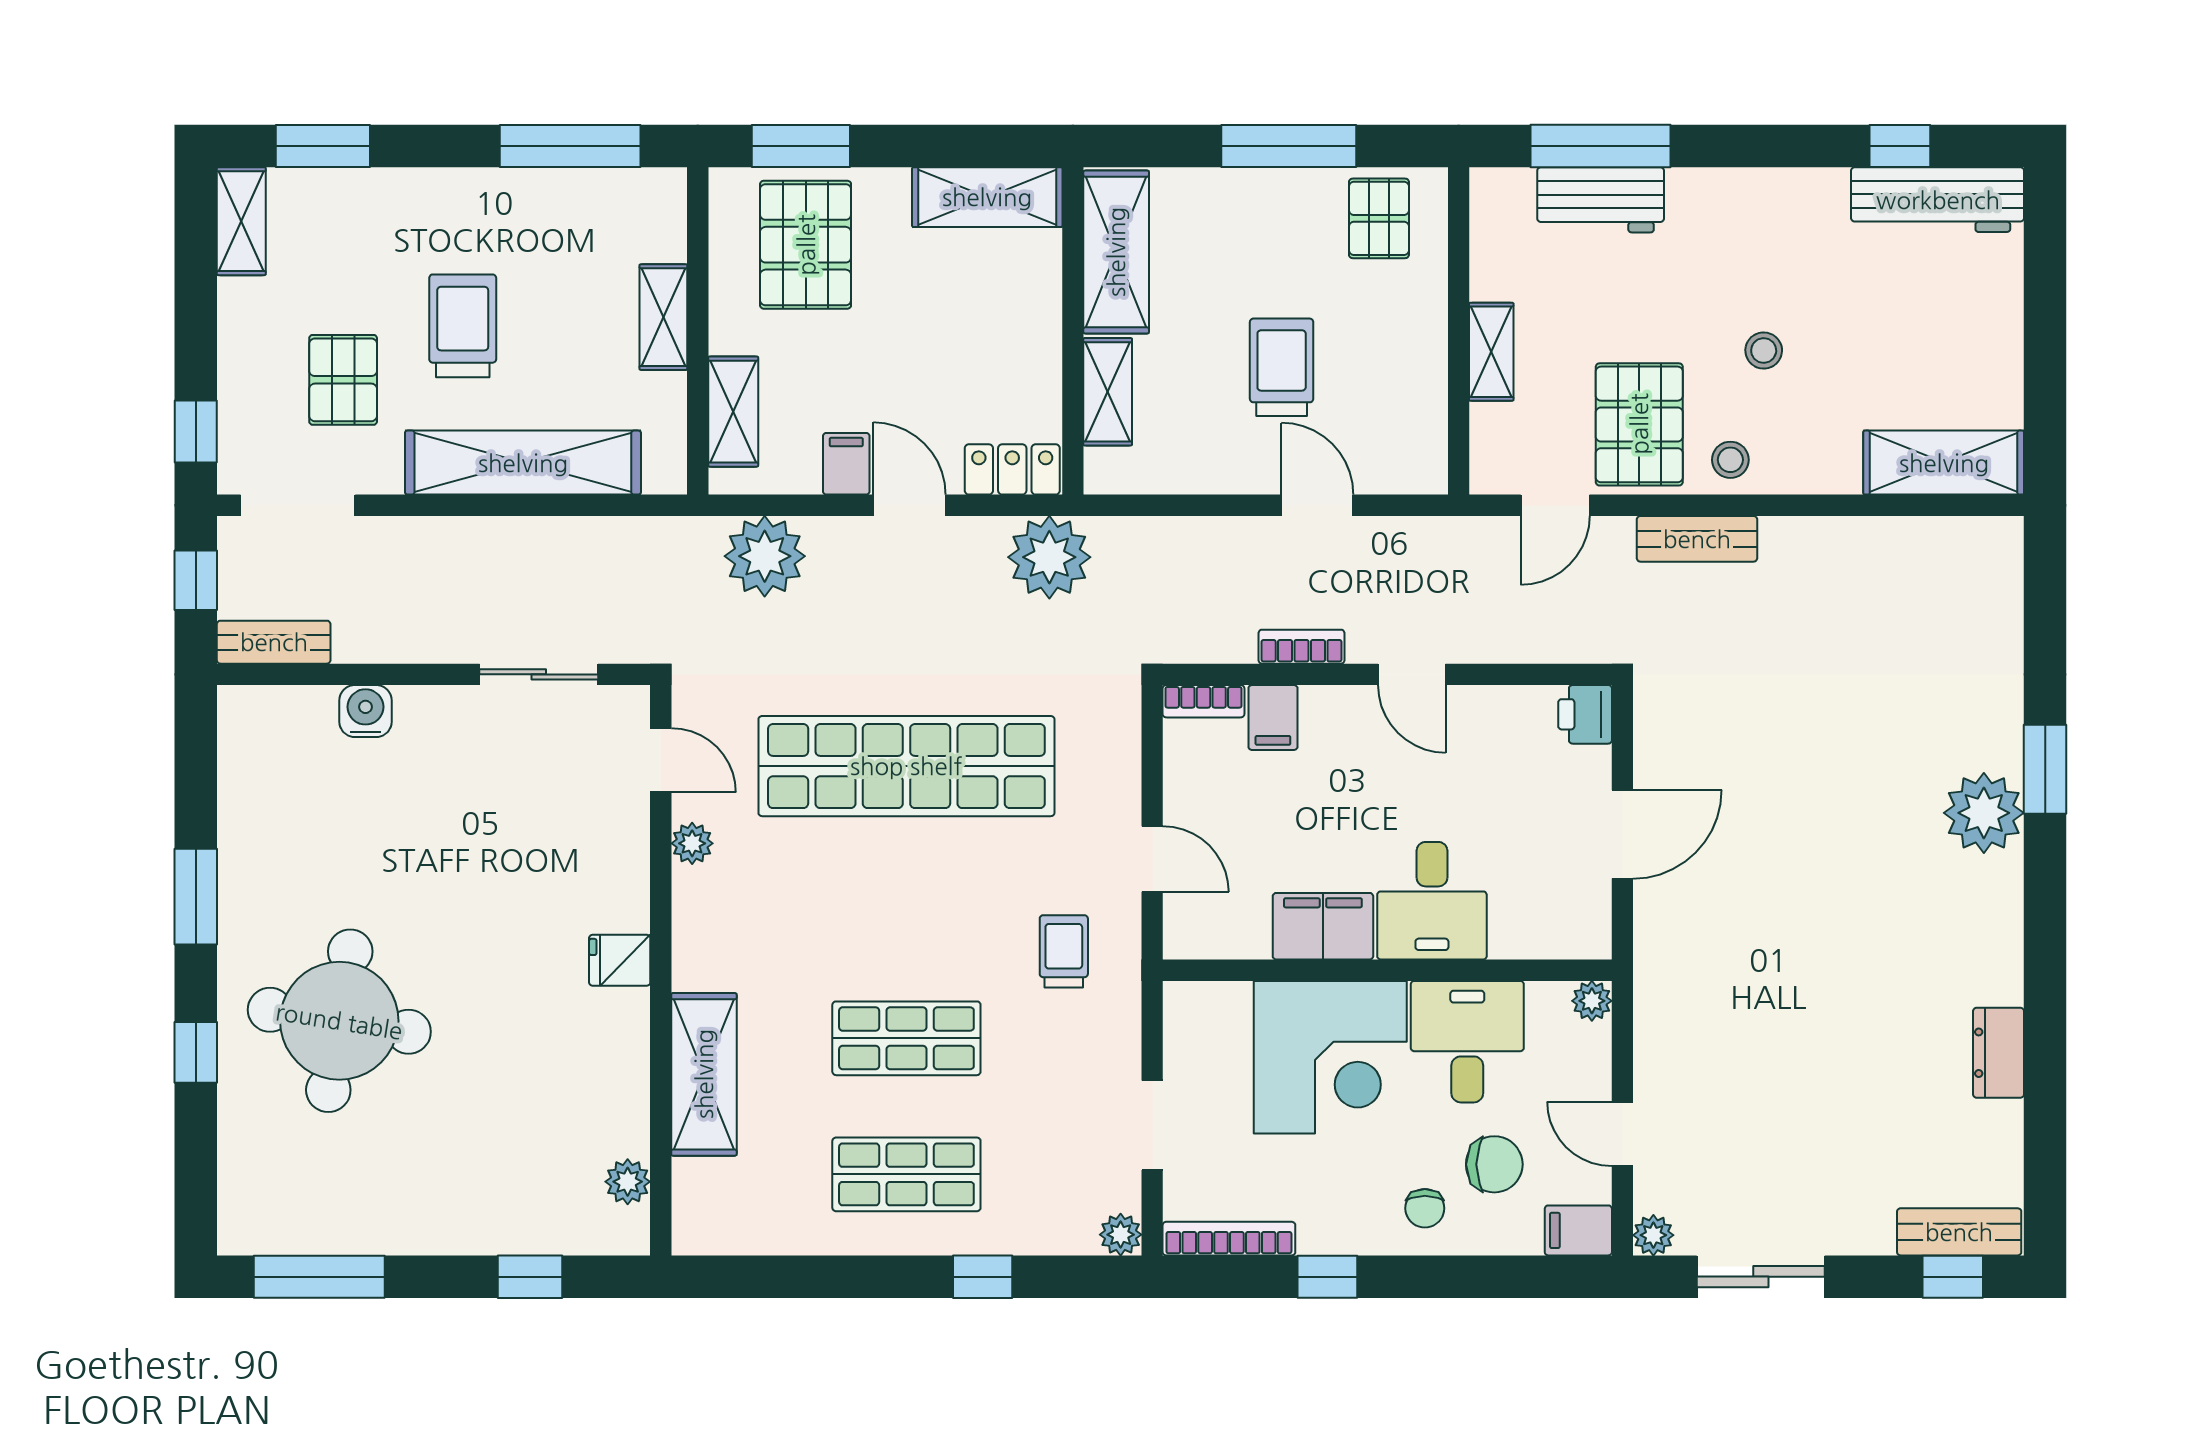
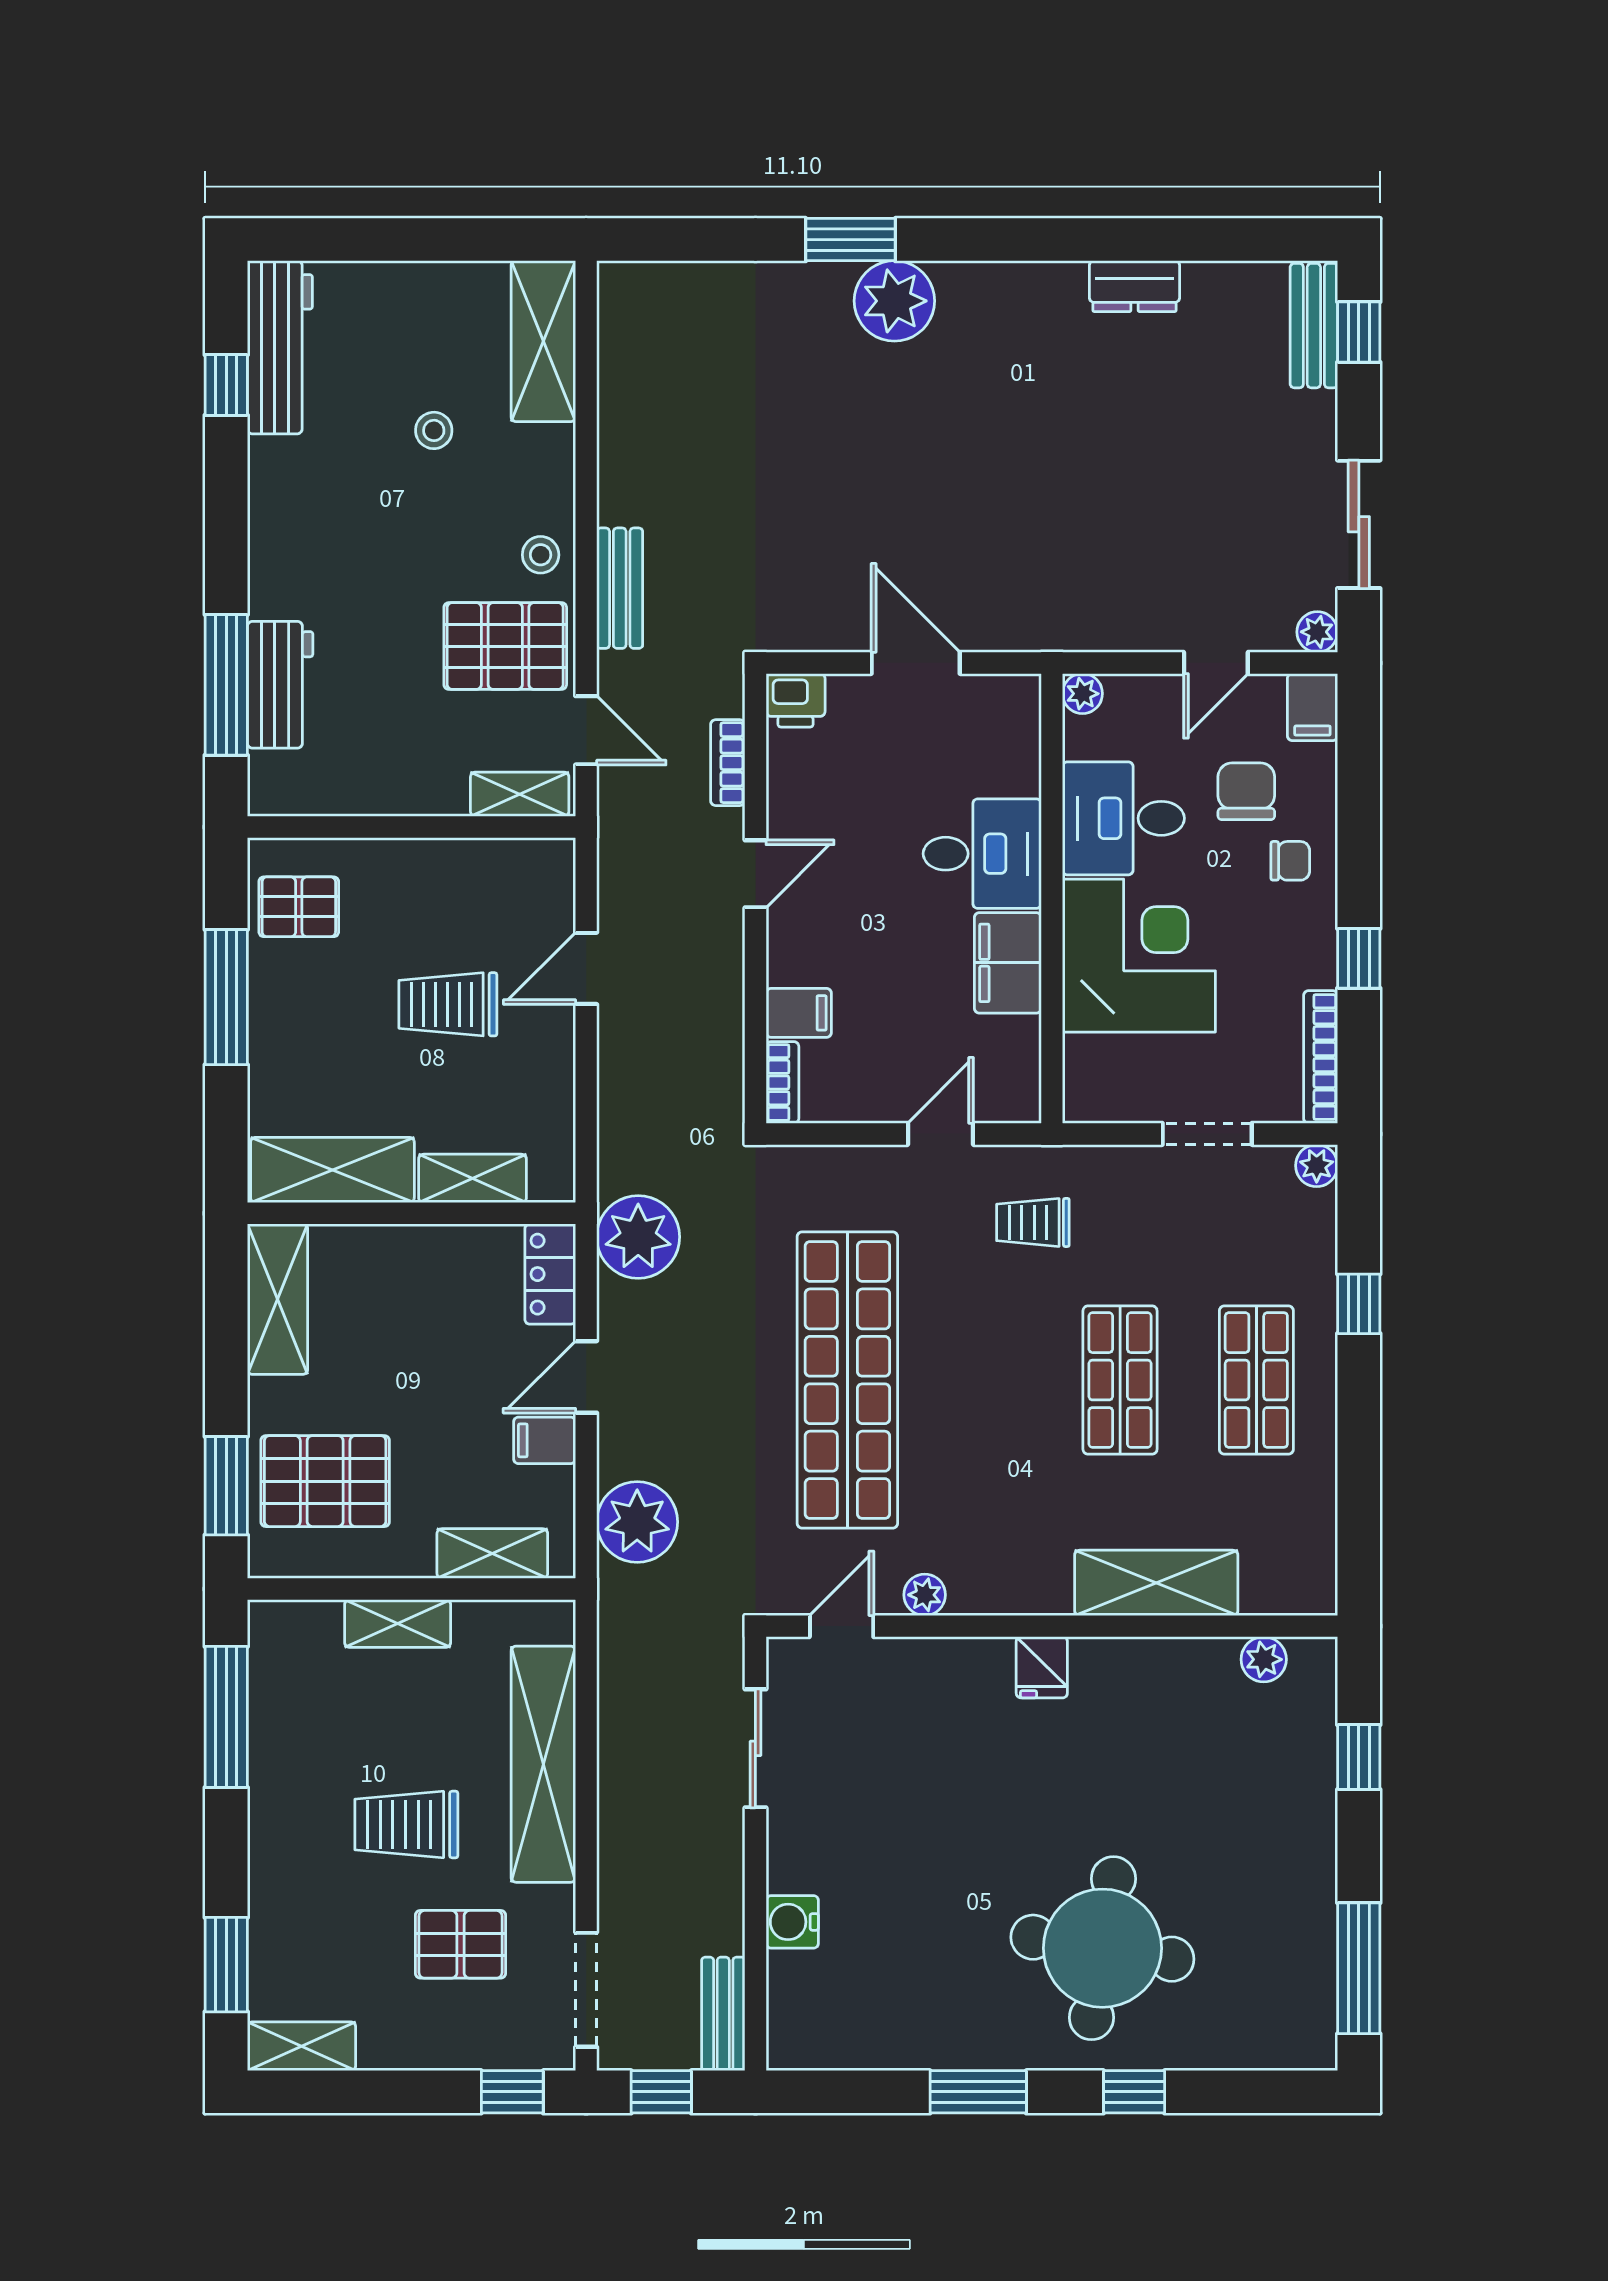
stool: (1764, 351) -> (434, 430), moved
shelving: (1491, 352) -> (520, 794), moved
bookcase: (1302, 647) -> (728, 763), moved

